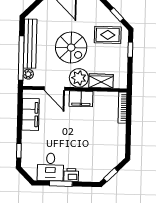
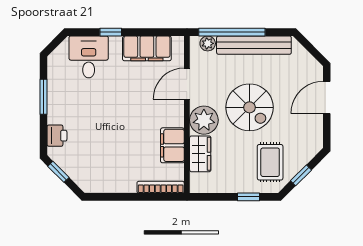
spiral stairs: (71, 48) -> (250, 107), turned -90
filing cabinet: (81, 99) -> (172, 145), moved
window: (19, 151) -> (111, 32), moved
desk: (50, 167) -> (89, 57), moved, turned 90
printer: (71, 175) -> (57, 136), moved

